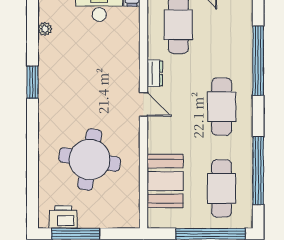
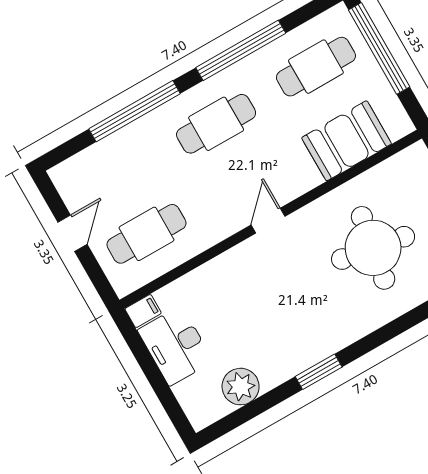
plant: (45, 29) -> (241, 387), width x1.88, depth x1.88
dresser: (155, 73) -> (222, 229), removed
window: (258, 171) -> (241, 50), moved

